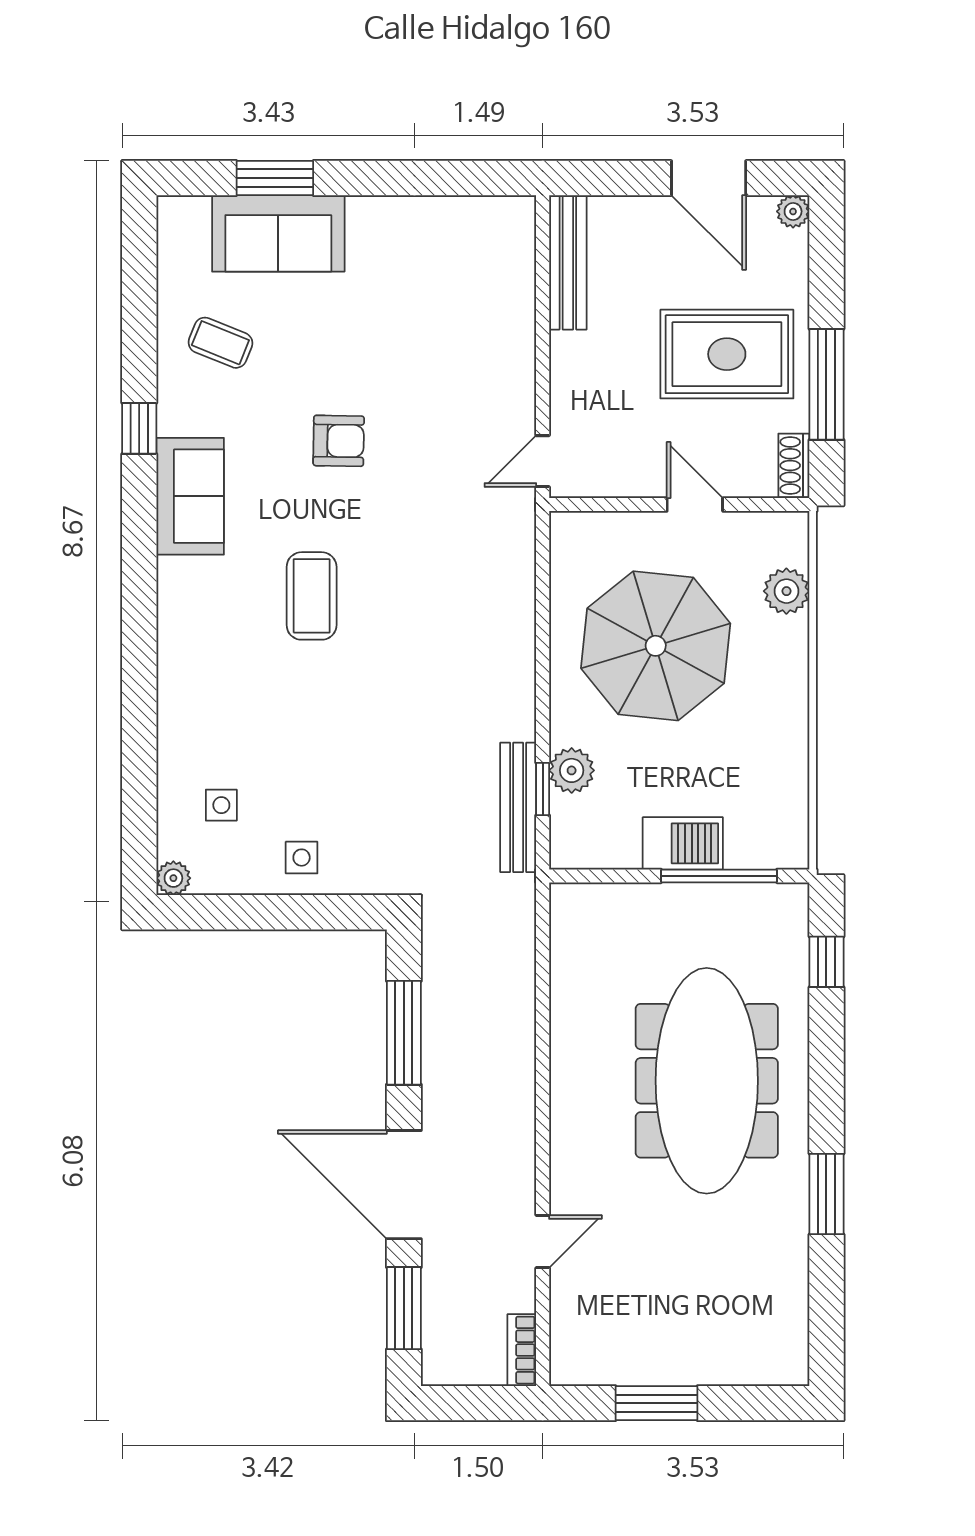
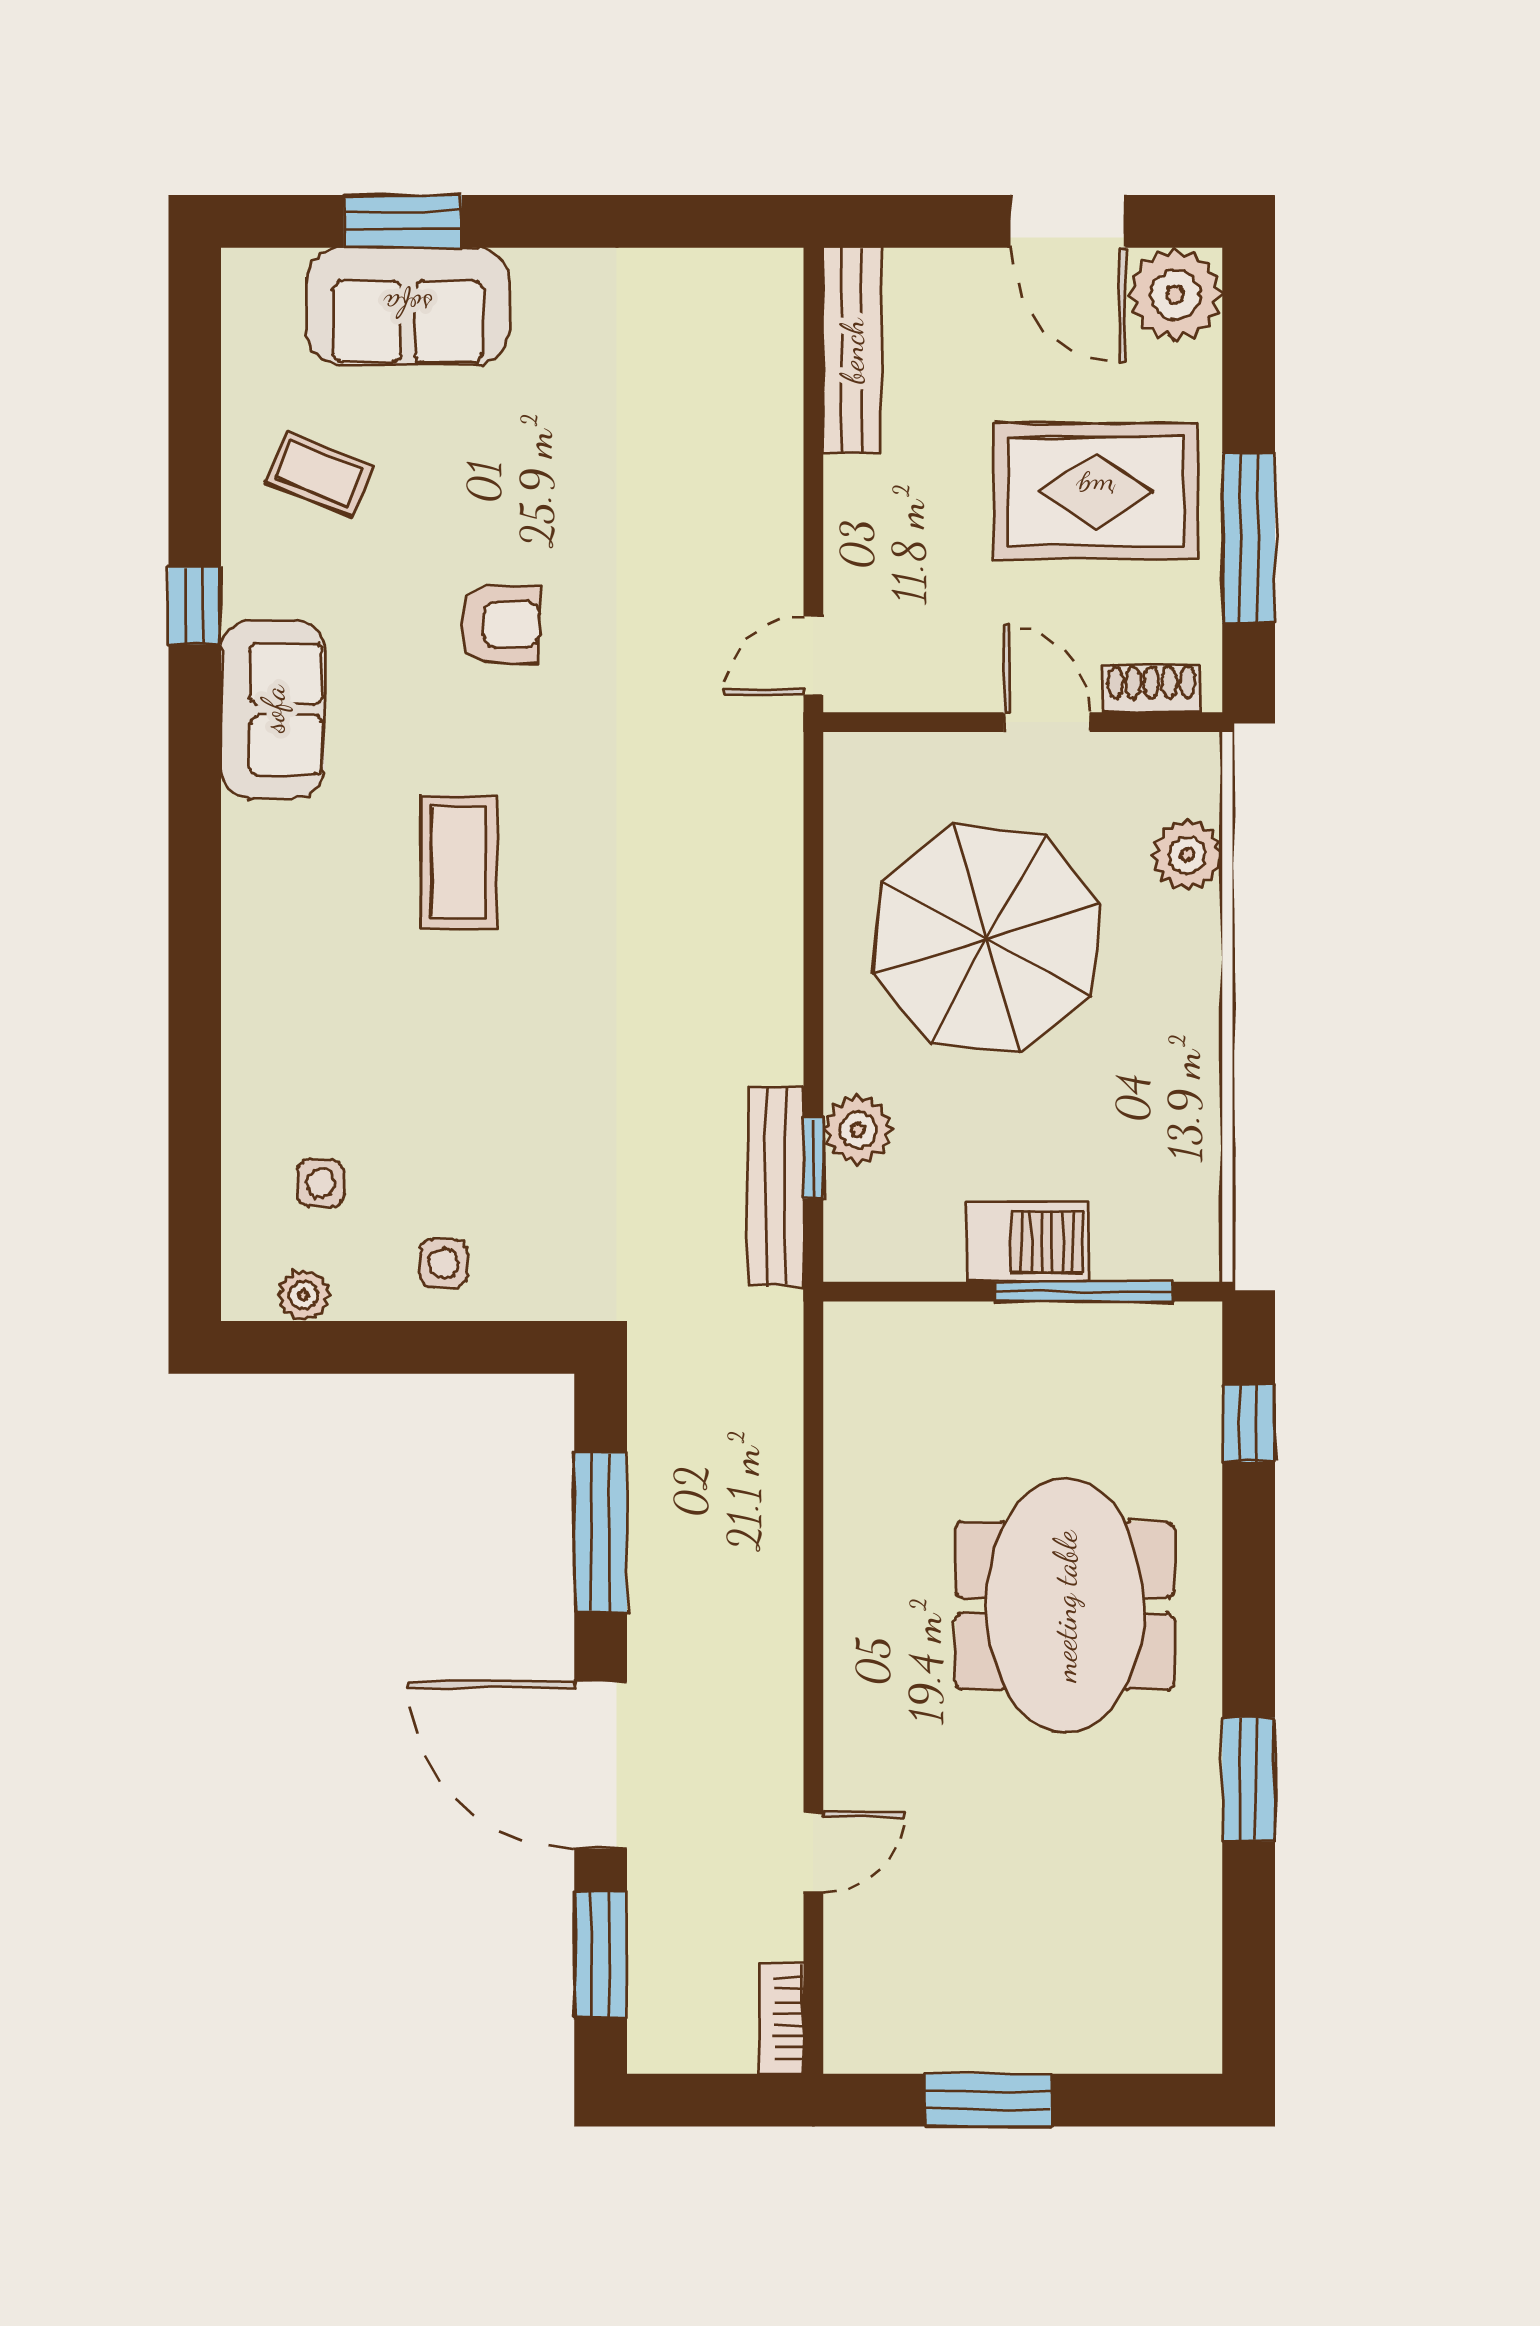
plant: (793, 211) -> (1175, 295), width x1.88, depth x1.88
shoe rack: (794, 465) -> (1151, 689), moved, turned 90
plant: (173, 878) -> (304, 1295), moved
meeting table: (707, 1081) -> (1065, 1606), width x0.73

